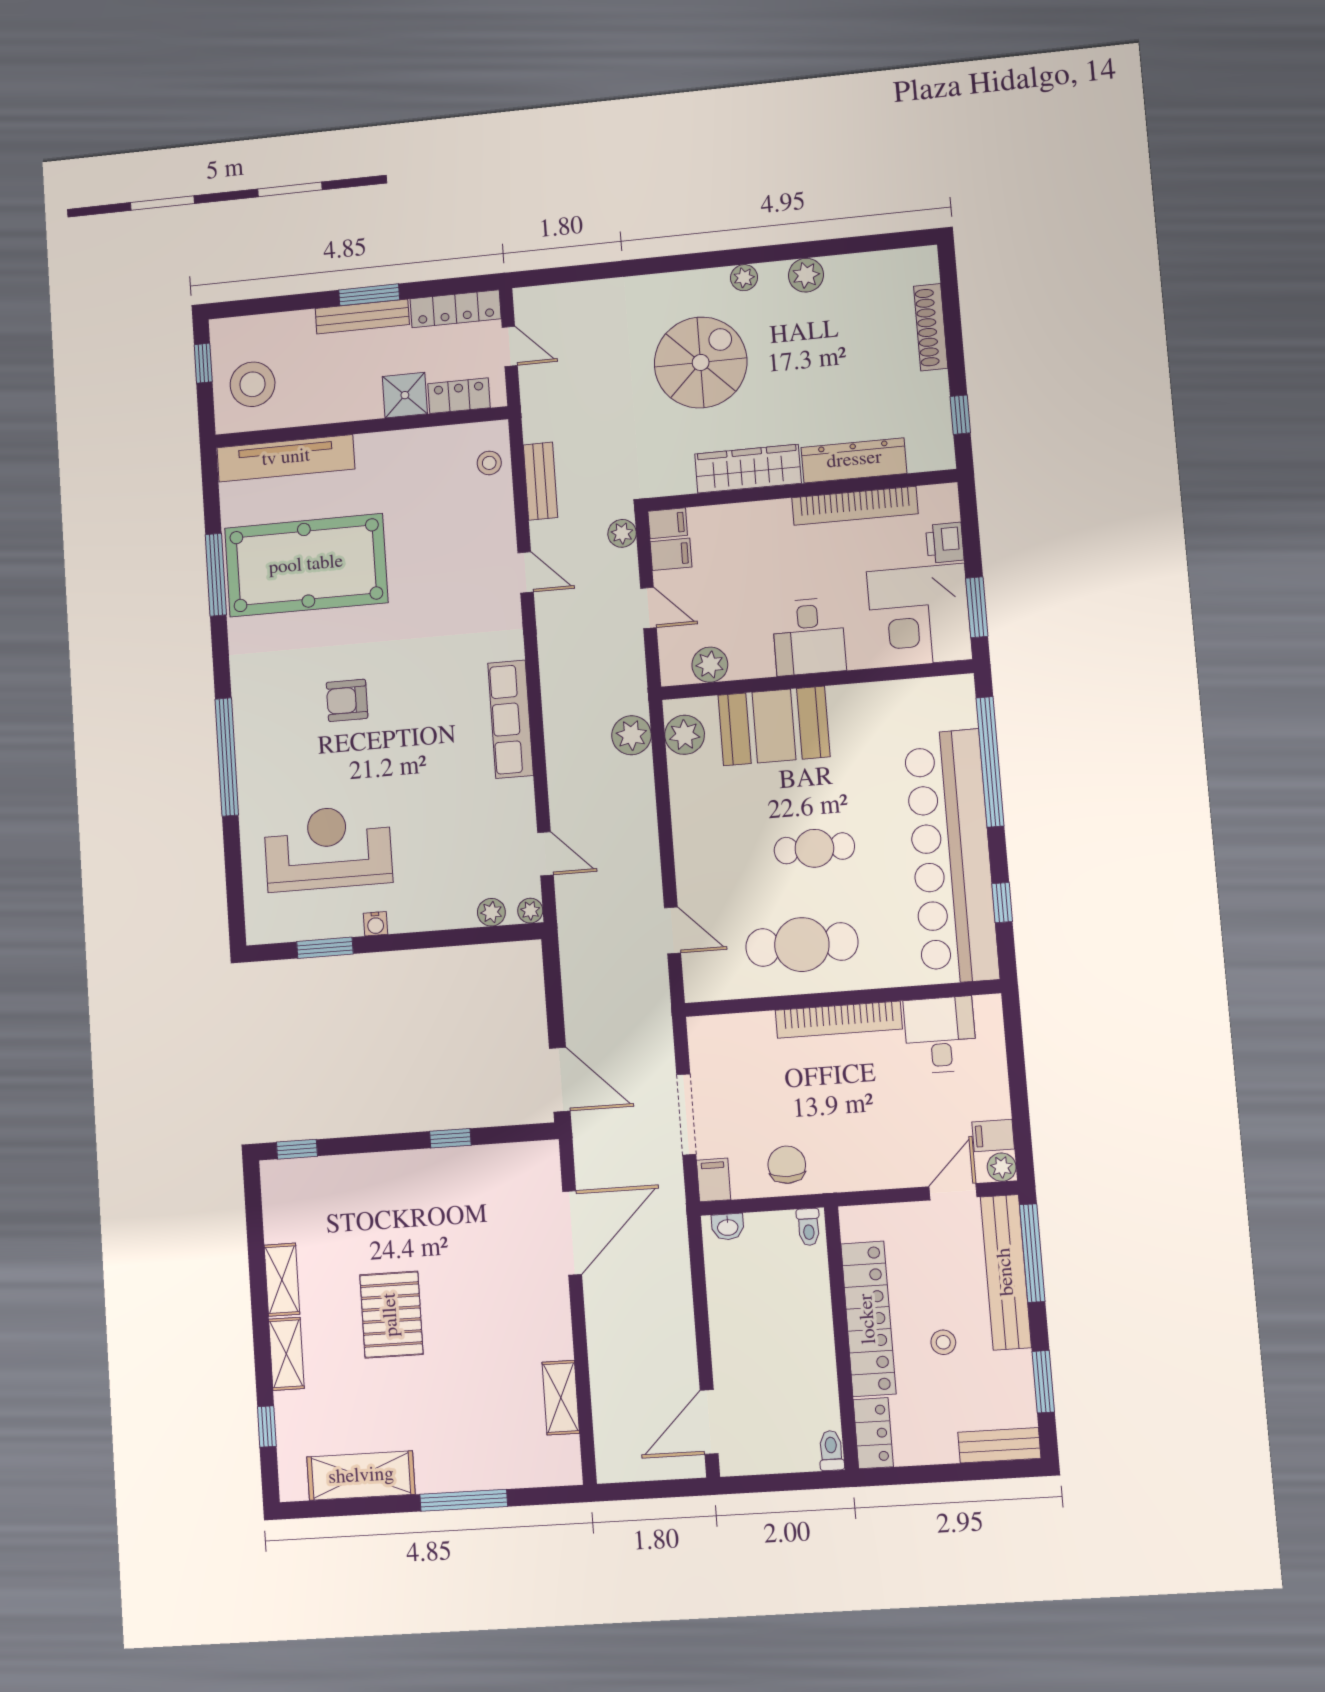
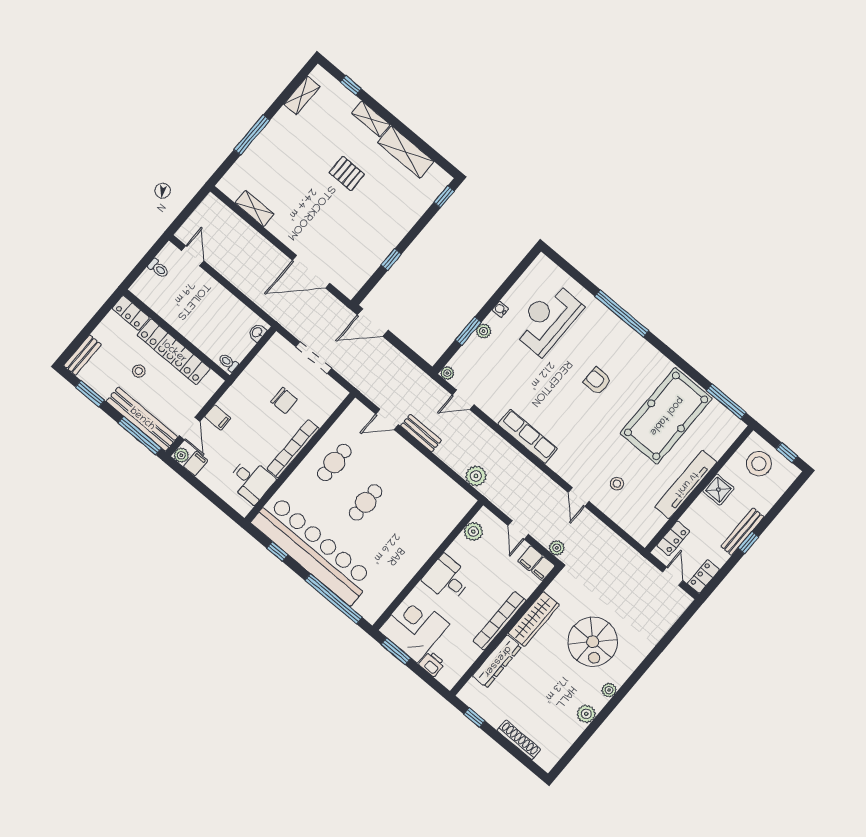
window: (369, 295) -> (748, 543), width x0.67
locker: (456, 309) -> (703, 577), width x0.66
door: (510, 346) -> (673, 576), swing flipped
shower: (405, 395) -> (718, 490), moved
tv unit: (286, 458) -> (686, 484), moved
stool: (489, 463) -> (617, 484), moved
bench: (540, 481) -> (421, 433), moved
bookcase: (855, 506) -> (500, 621), moved
door: (526, 572) -> (578, 497), hinge flipped
window: (216, 575) -> (726, 402), moved
door: (648, 608) -> (518, 530), hinge flipped
armchair: (347, 700) -> (597, 381), turned -90
booth: (774, 726) -> (426, 533), removed
plant: (685, 735) -> (456, 496), removed
reception desk: (328, 848) -> (548, 319), turned 180
plant: (491, 912) -> (484, 331), moved
cafe table: (802, 945) -> (334, 462), width x0.73, depth x0.74
window: (325, 948) -> (468, 331), moved
chair: (787, 1165) -> (284, 401), moved
filing cabinet: (714, 1180) -> (218, 417), moved
door: (572, 1233) -> (311, 272), hinge flipped
shelving: (282, 1280) -> (406, 152), width x1.50, depth x1.33
pallet: (391, 1315) -> (347, 173), width x0.67, depth x0.71
door: (709, 1422) -> (193, 256), width x0.73
toilet: (831, 1451) -> (158, 268), moved
shelving: (361, 1476) -> (302, 95), width x0.67, depth x0.75

